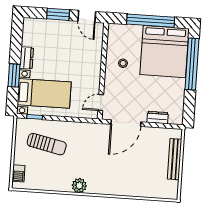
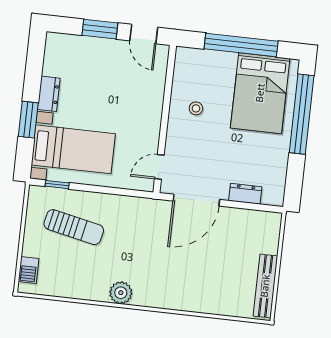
bed: (164, 52) -> (260, 93), width x0.73
bench: (175, 159) -> (265, 286), moved

